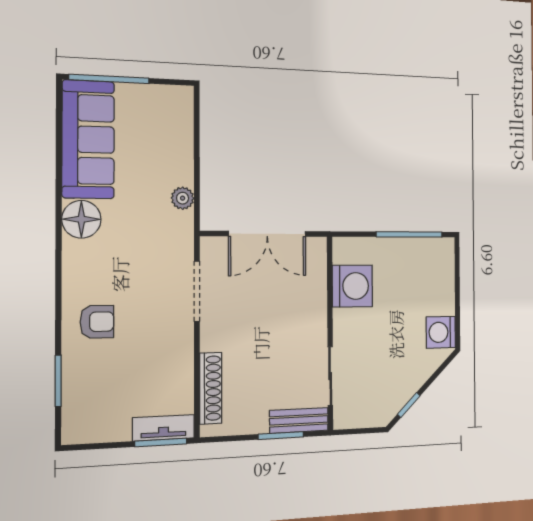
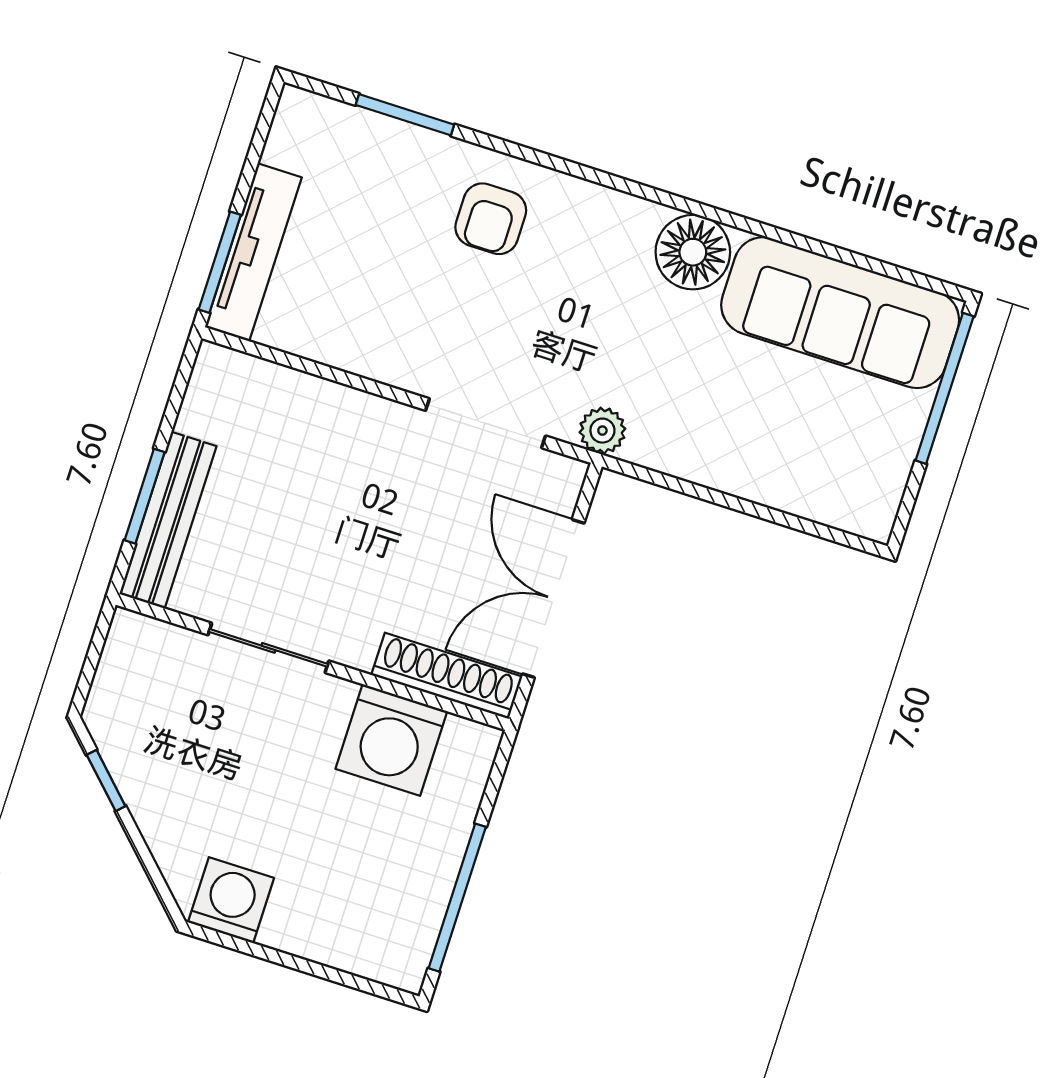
plant: (183, 198) -> (602, 431), moved
sliding door: (330, 376) -> (268, 648), moved
shoe rack: (211, 388) -> (447, 676), moved, turned 180
bench: (299, 420) -> (168, 520), width x1.36
tv unit: (163, 428) -> (253, 252), width x1.41

